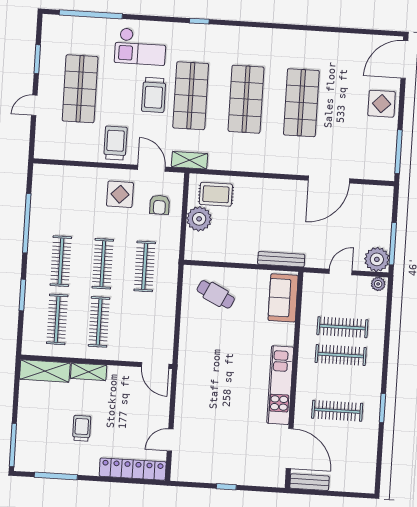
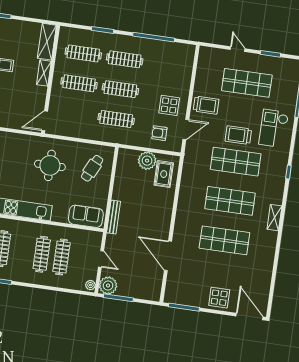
shelving: (190, 160) -> (274, 218), moved
round table: (216, 353) -> (50, 165), added

